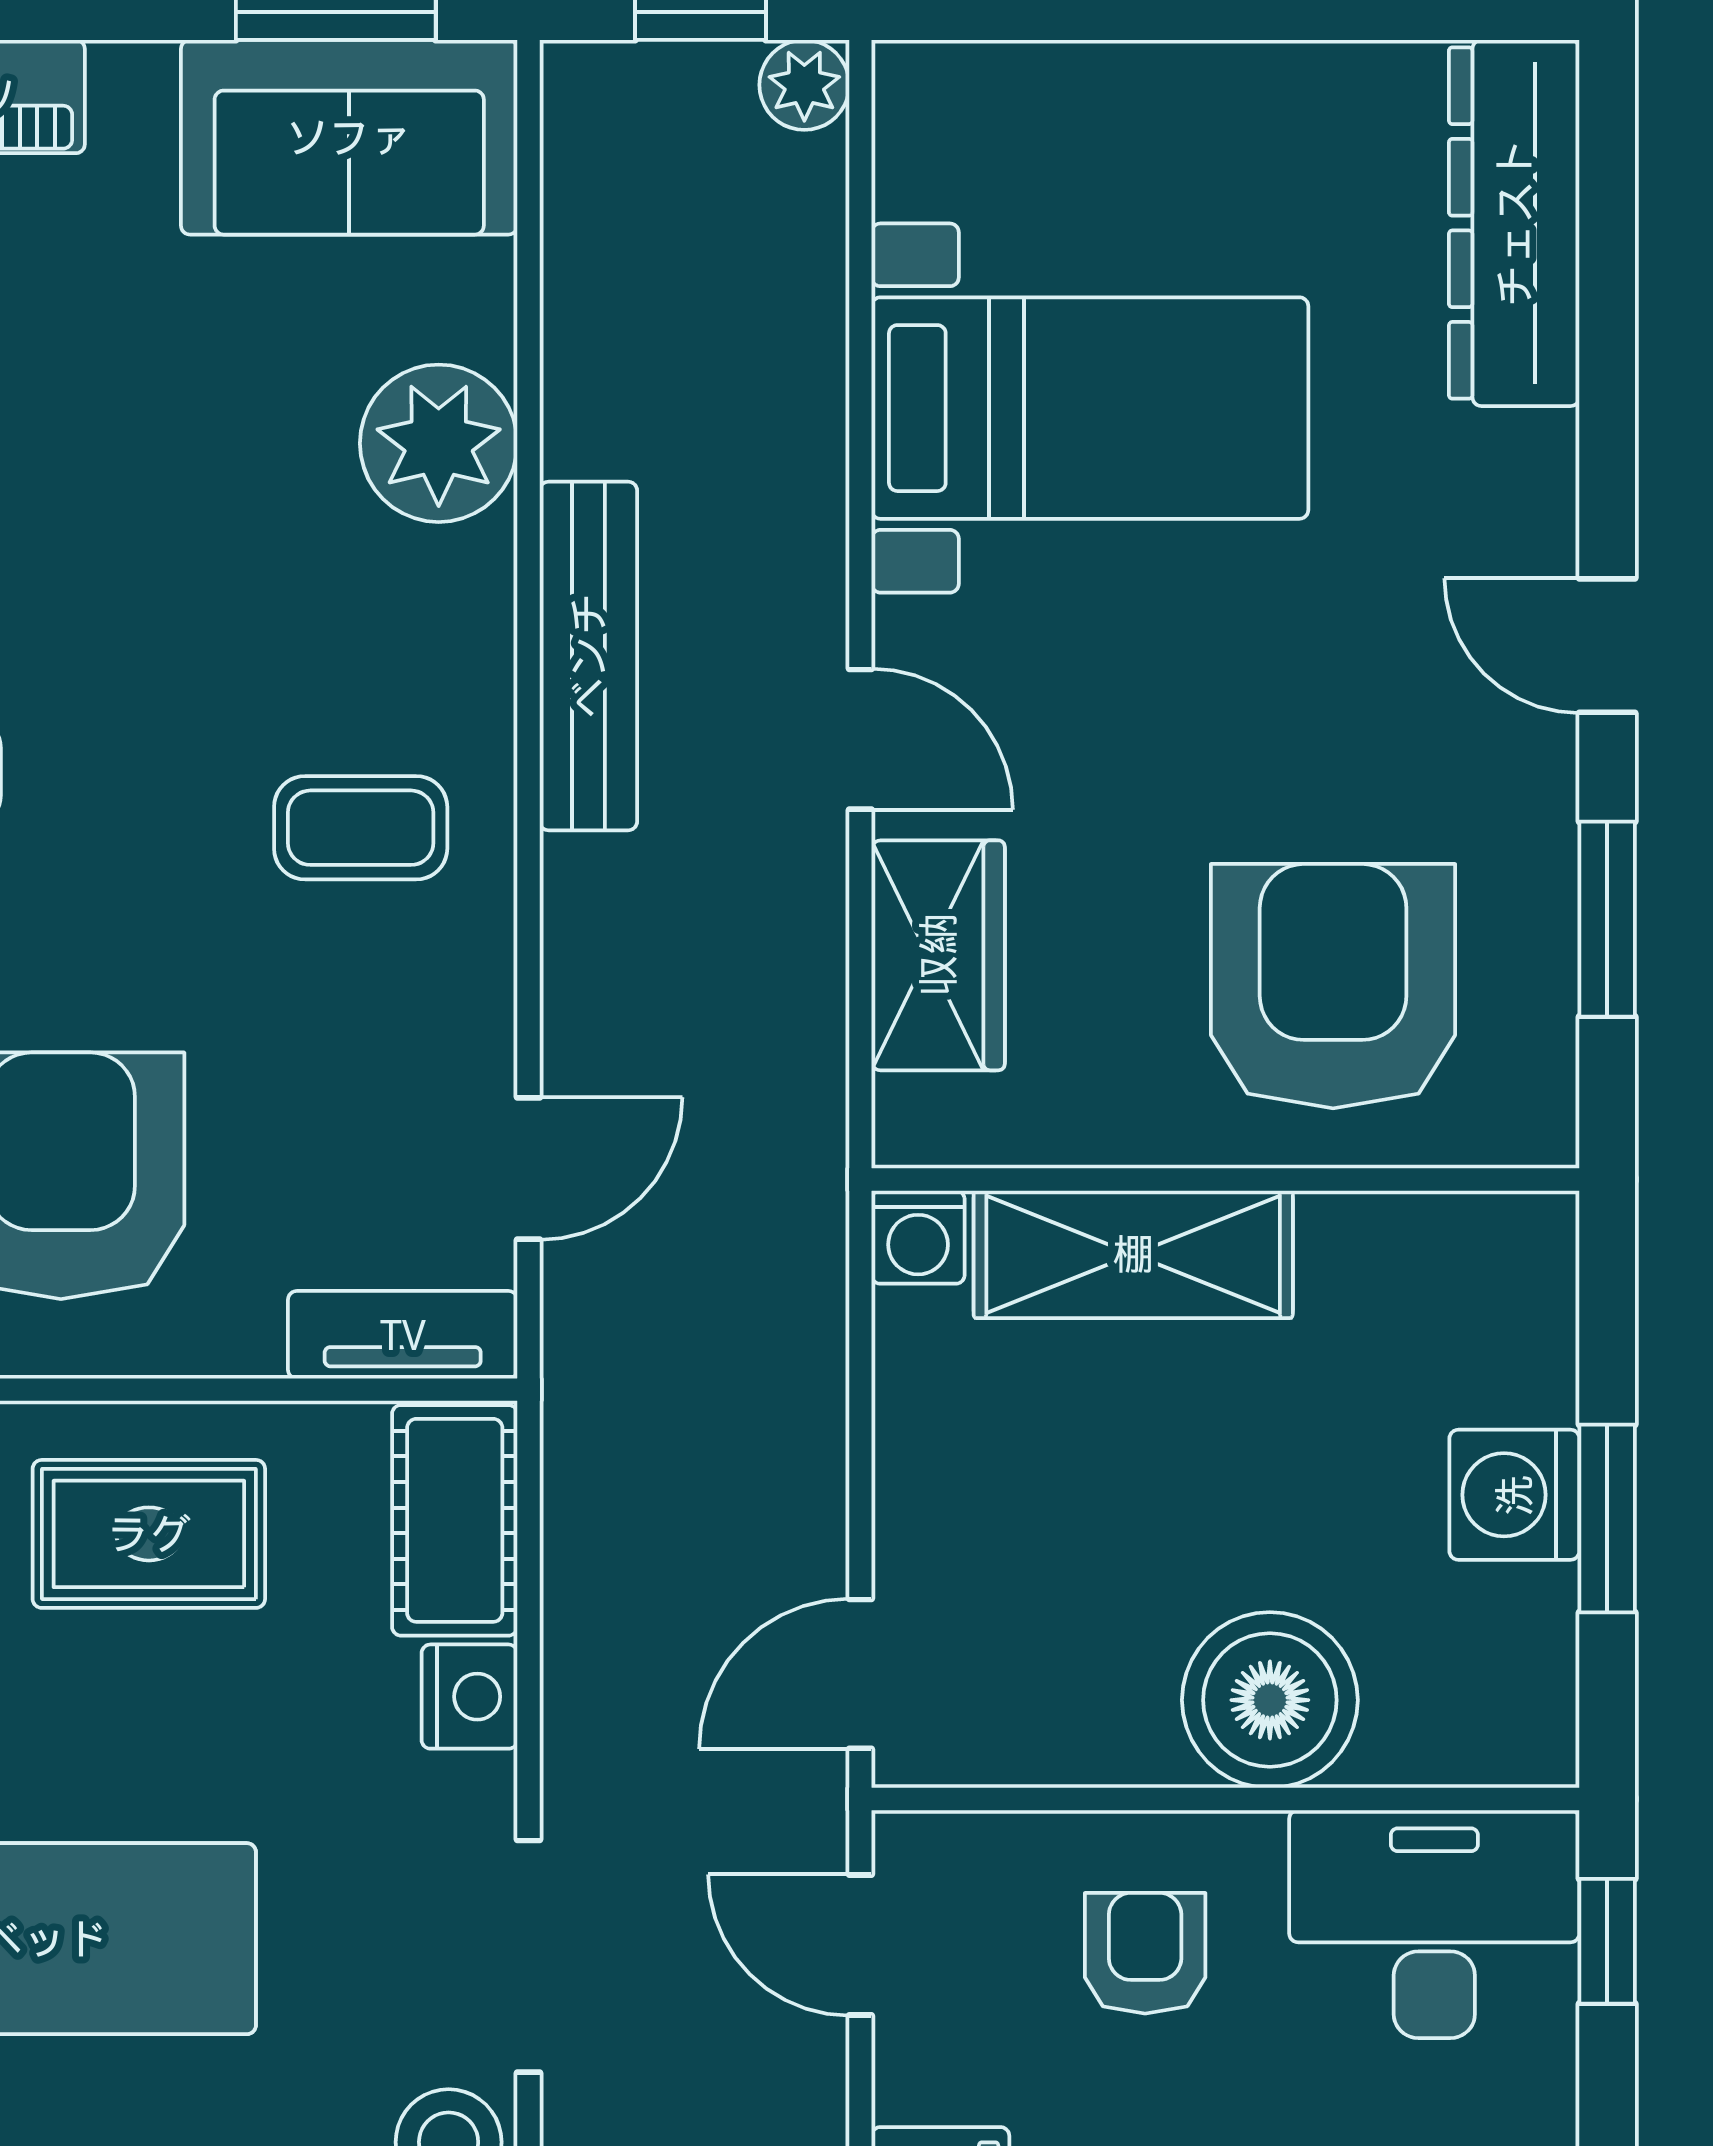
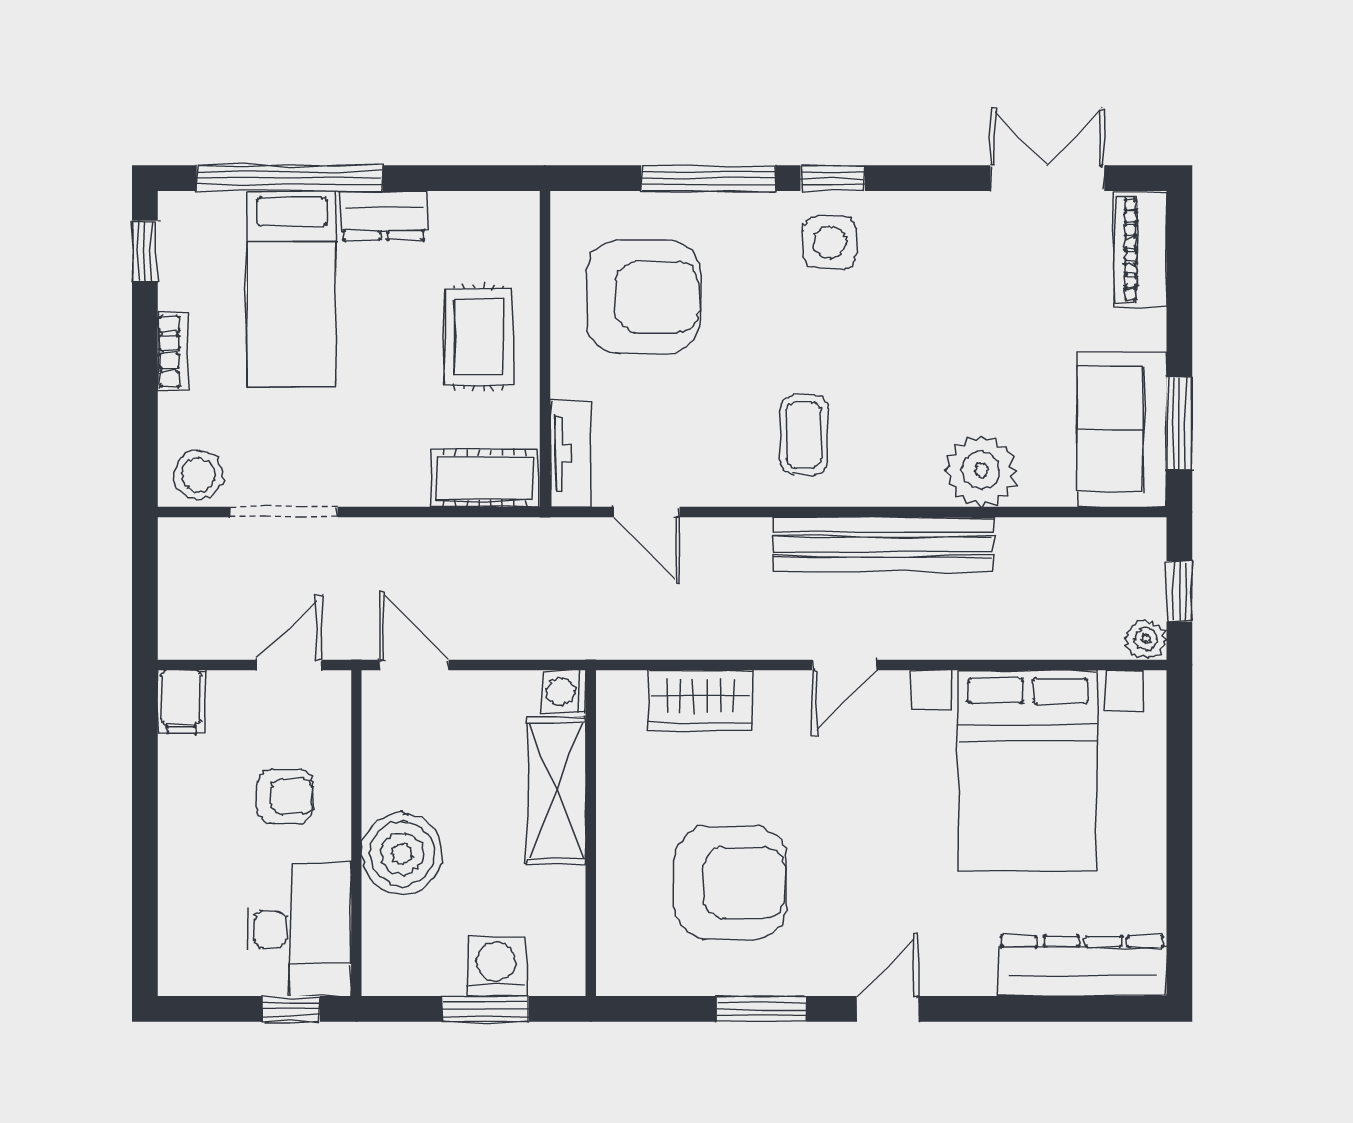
bed with nightstands: (1090, 408) -> (1028, 771), width x1.36
bench: (588, 656) -> (883, 544), width x1.37, depth x1.21
wardrobe: (938, 955) -> (700, 701), moved
wall: (1225, 1179) -> (591, 833), moved
washing machine: (918, 1237) -> (564, 691), moved
shelving: (1133, 1254) -> (556, 791), moved
nightstand: (469, 1697) -> (404, 485), removed

